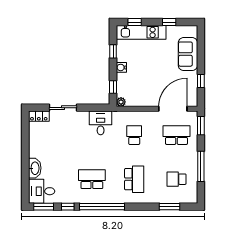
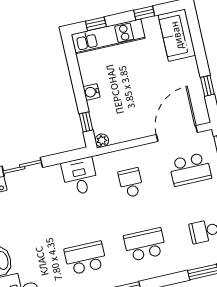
window: (113, 51) -> (75, 72), removed
sofa: (188, 54) -> (177, 35), moved
school desk: (176, 135) -> (190, 169), turned 180
school desk: (134, 179) -> (145, 245), turned -90

